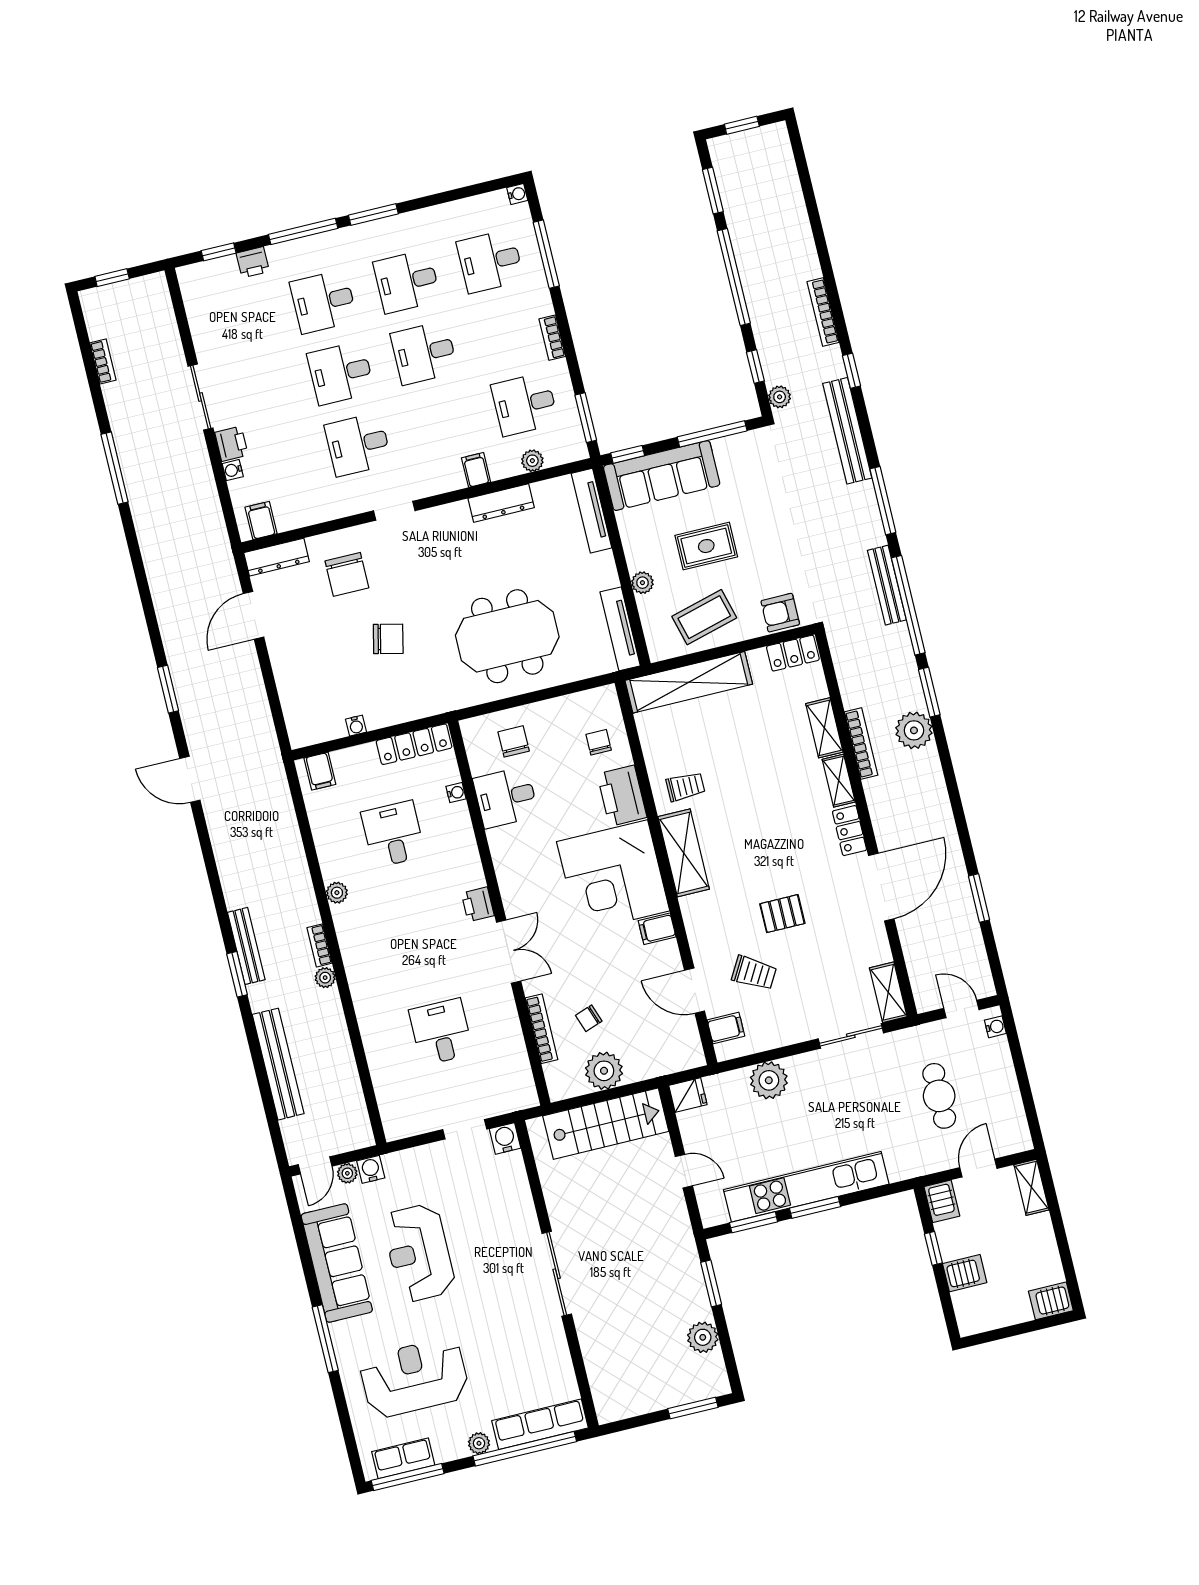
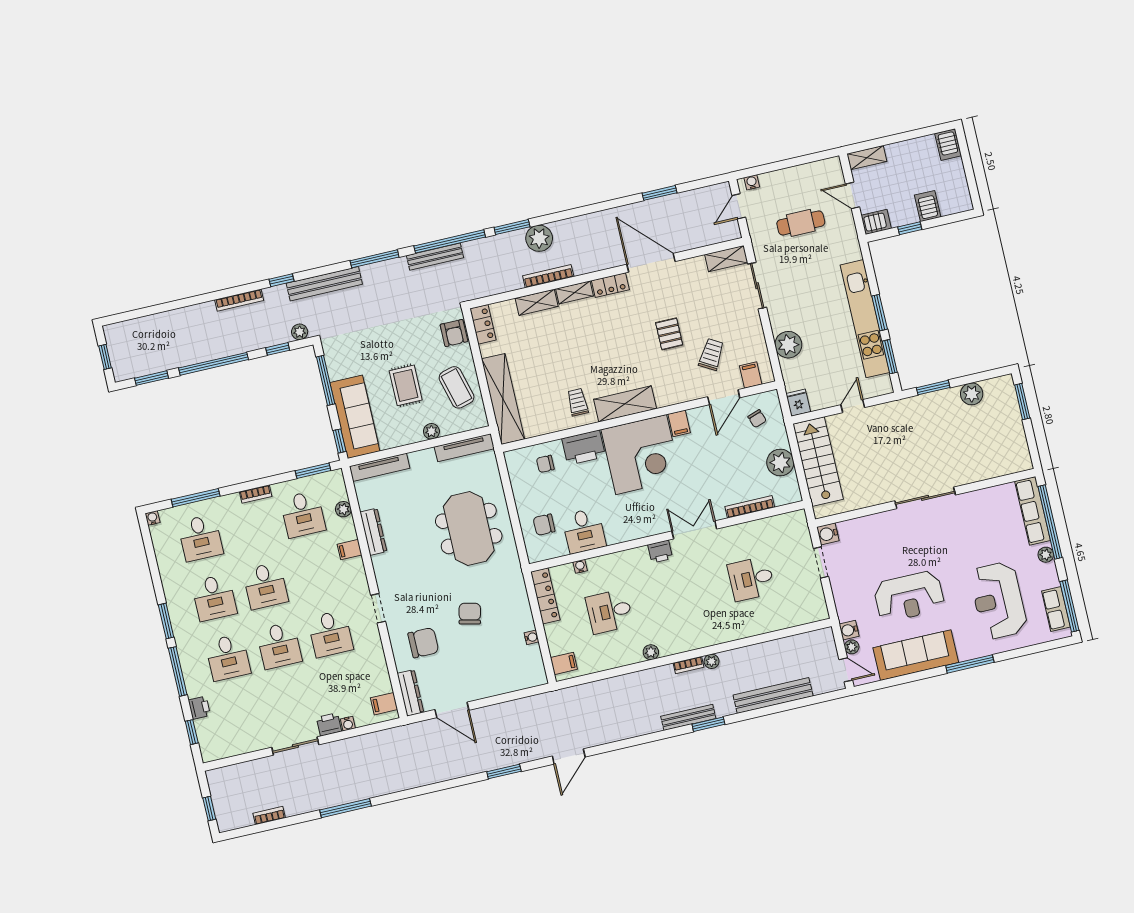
chair: (589, 1018) -> (757, 419), moved

